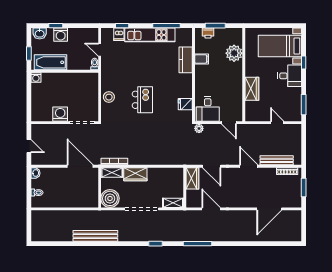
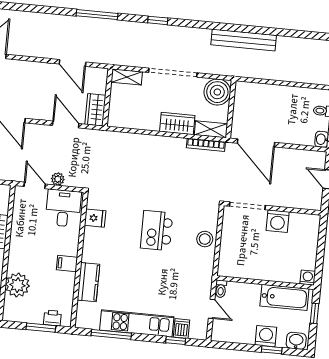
filing cabinet: (202, 59) -> (67, 263), moved
plant: (199, 128) -> (58, 179), moved

